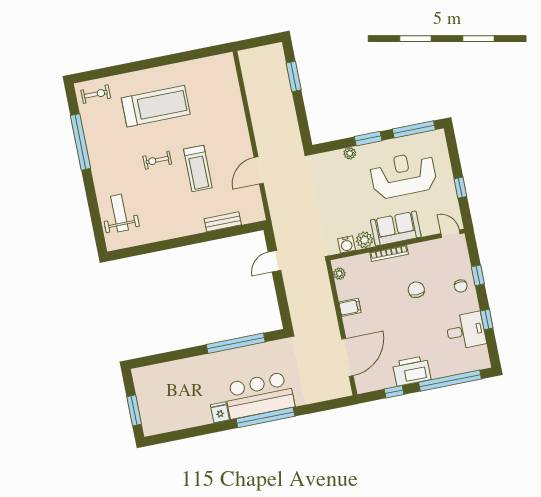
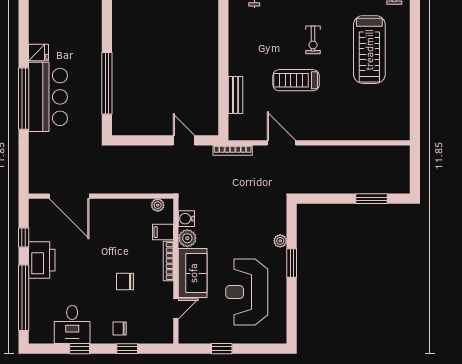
window: (414, 129) -> (292, 312), removed
exercise bike: (157, 160) -> (313, 40), turned 180
reception desk: (403, 175) -> (247, 292), turned 180
bookcase: (275, 214) -> (233, 150), added
door: (450, 234) -> (176, 309), moved
chair: (416, 290) -> (125, 282), turned 180
filing cabinet: (350, 307) -> (163, 232), moved, turned 90

